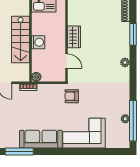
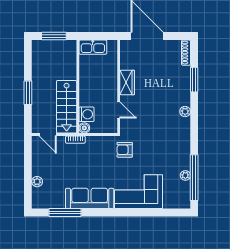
stairs: (21, 39) -> (67, 107), moved
washing machine: (38, 42) -> (87, 114), moved

